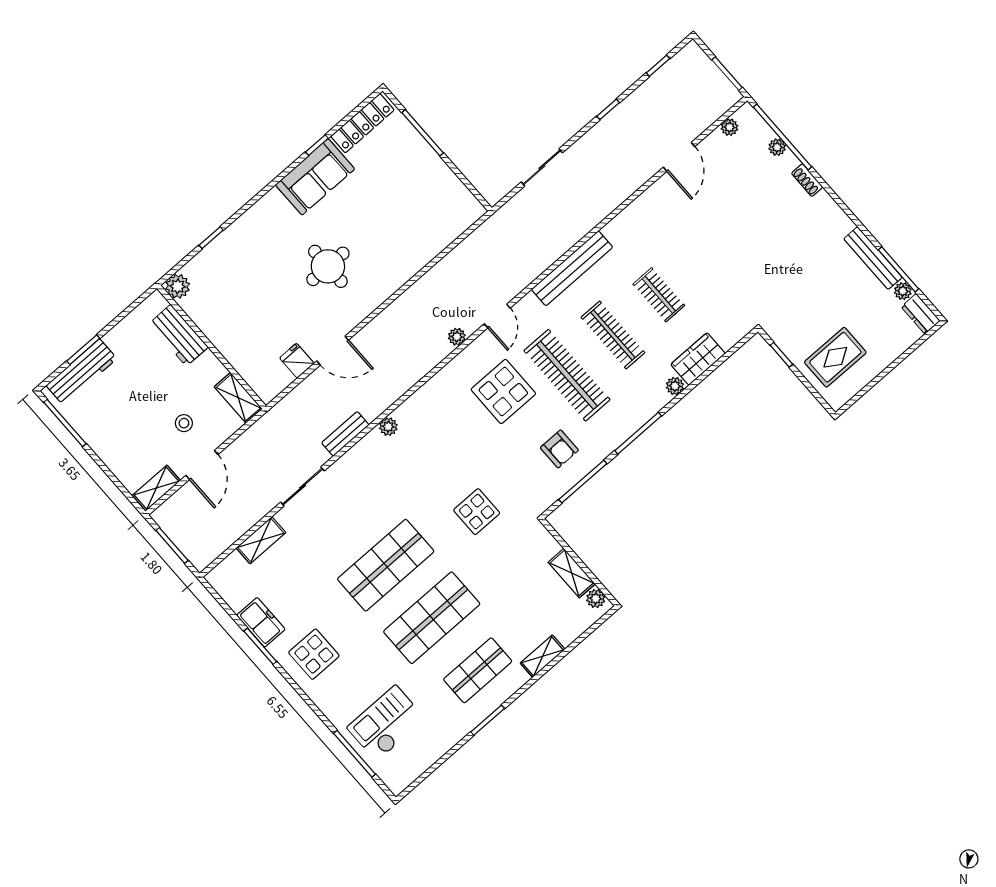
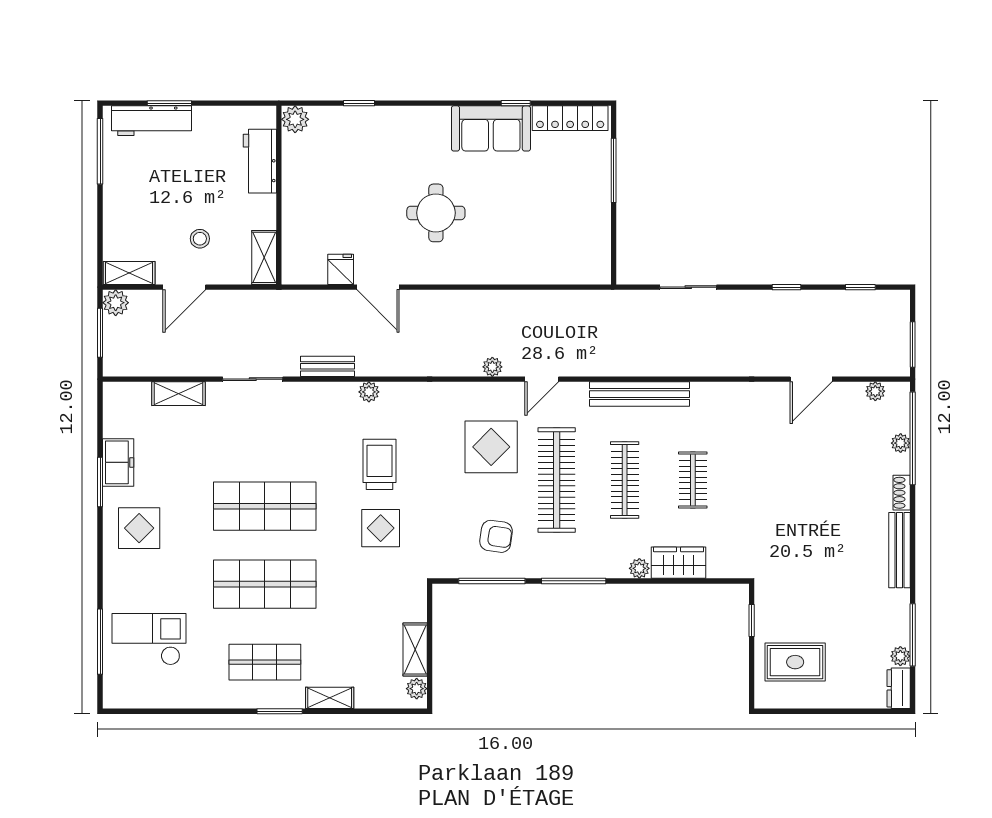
bench: (873, 258) -> (899, 550), moved
armchair: (559, 449) -> (496, 536), turned -82
trolley: (438, 469) -> (380, 464), added
plant: (165, 516) -> (116, 303), added
window: (488, 720) -> (280, 711), moved

